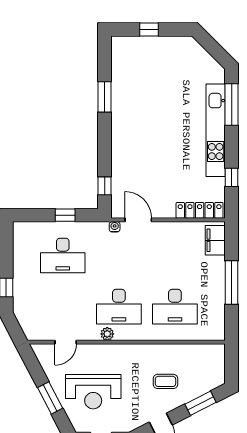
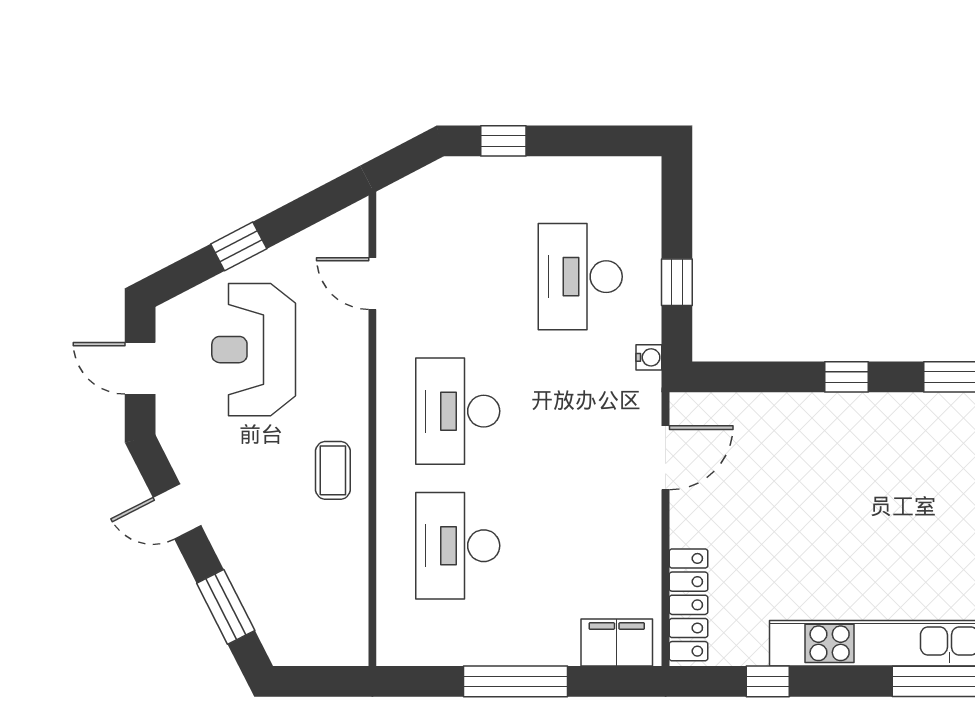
window: (105, 186) -> (846, 377), moved
water cooler: (115, 227) -> (649, 357), moved
plant: (107, 334) -> (392, 383), removed
coffee table: (165, 381) -> (333, 470), moved
window: (50, 398) -> (239, 246), width x0.67

